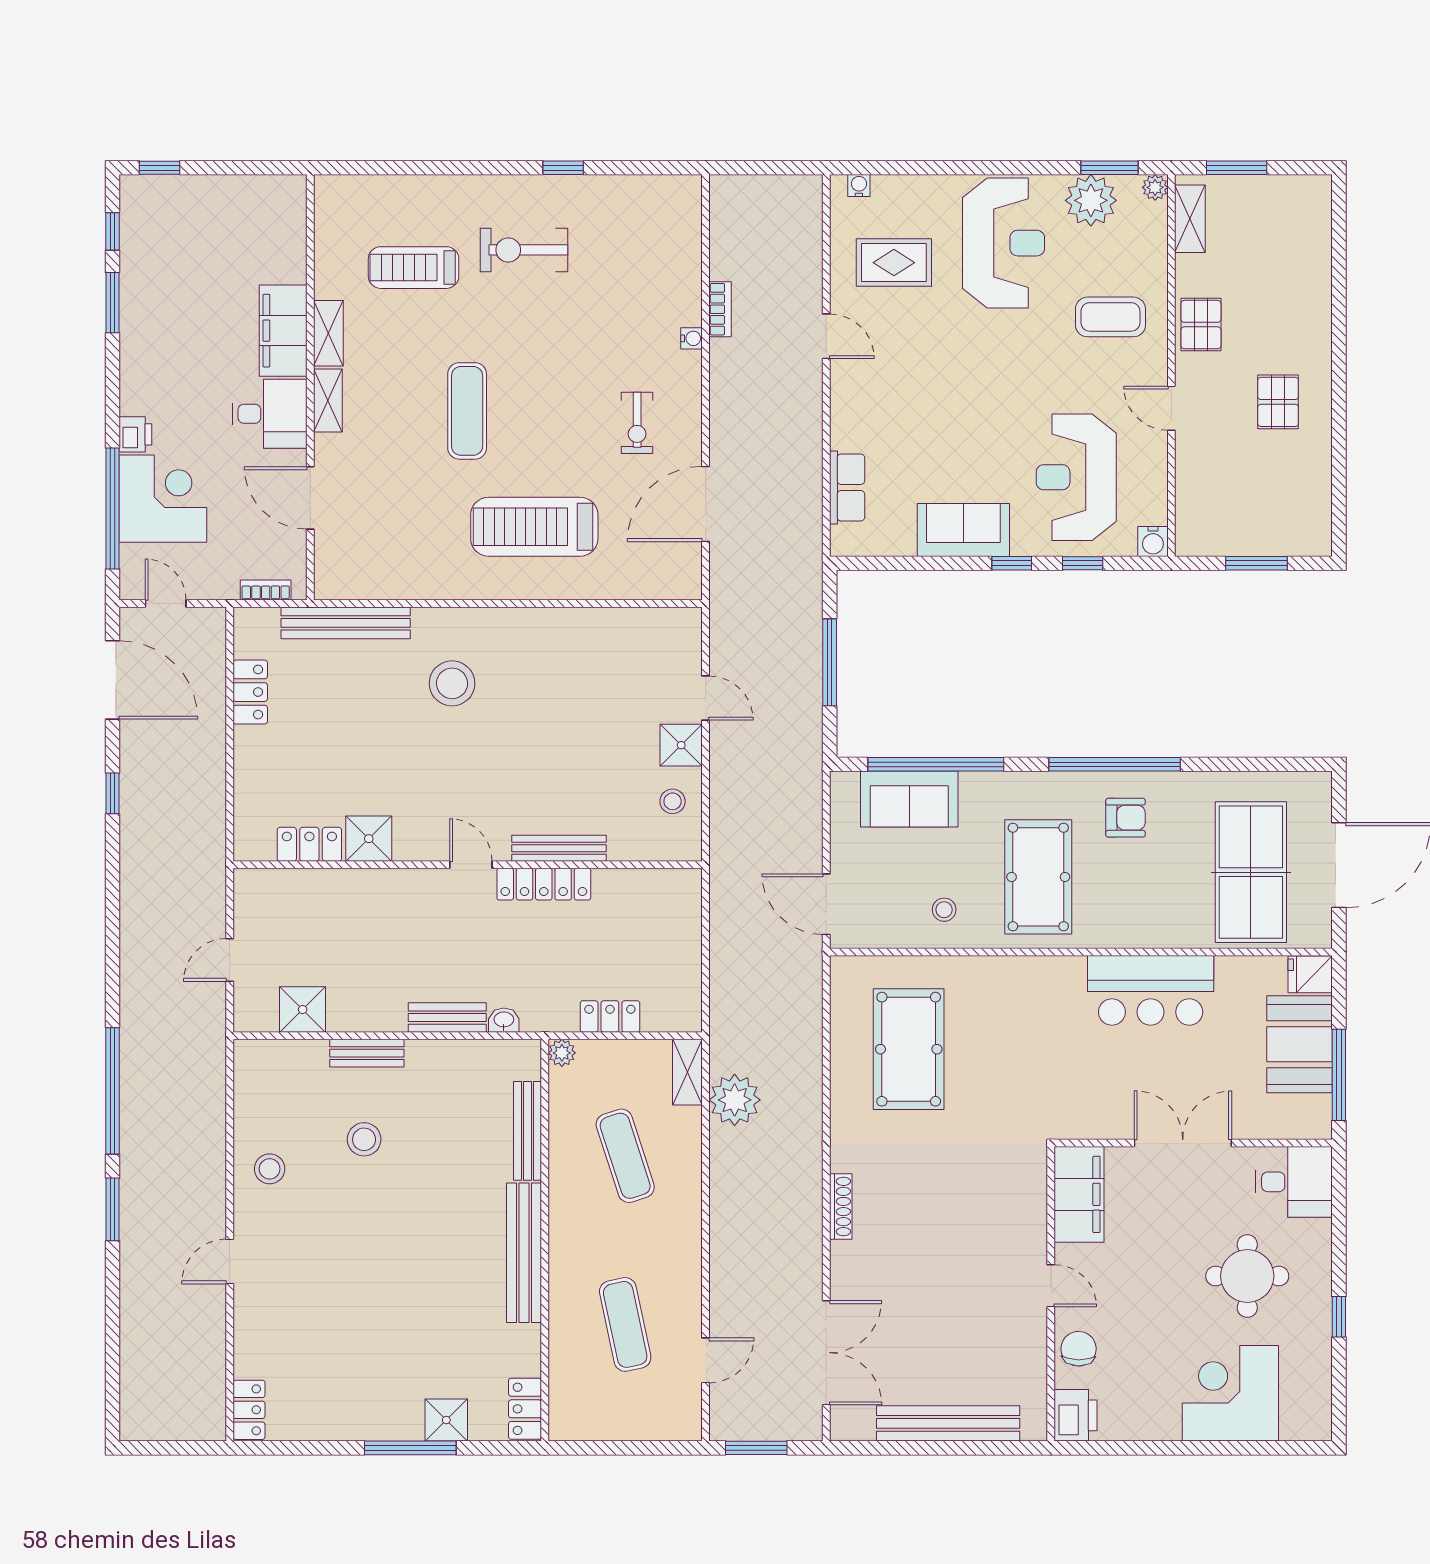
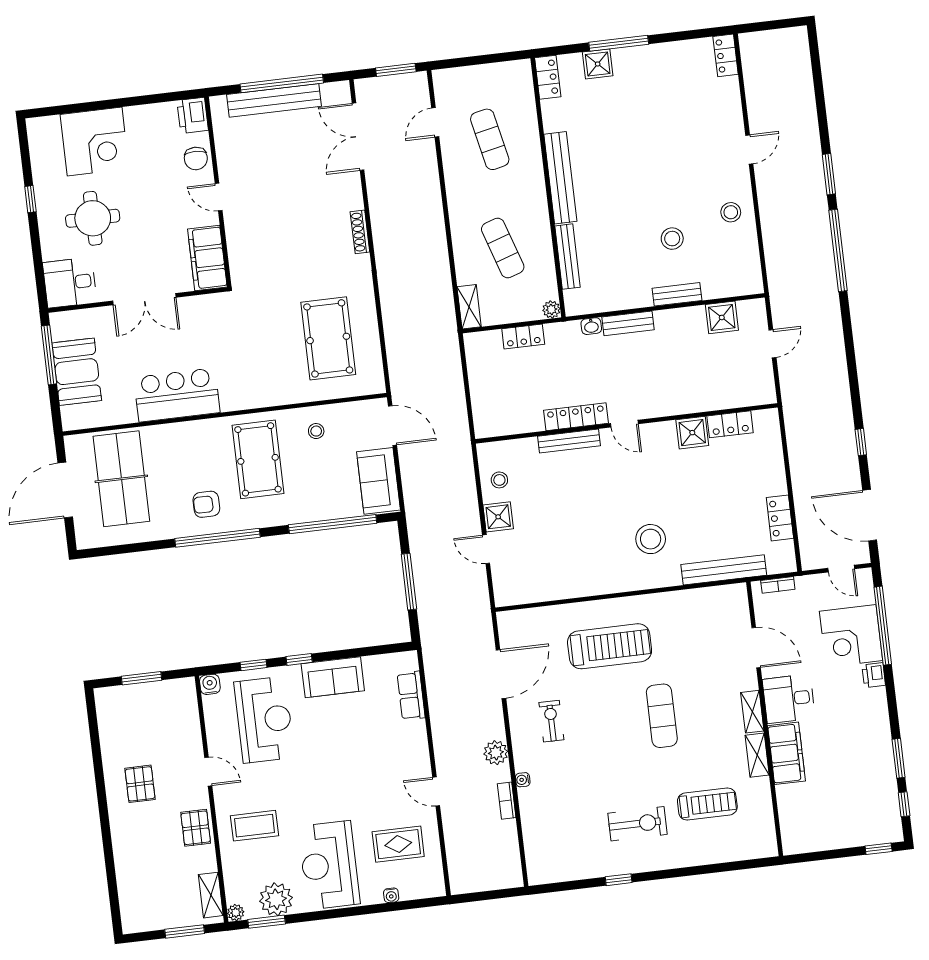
water cooler: (859, 186) -> (391, 895), moved
sofa: (909, 799) -> (379, 481), moved, turned -90
fridge: (1310, 974) -> (75, 417), removed
plant: (735, 1100) -> (496, 753), moved, width x0.73, depth x0.73
window: (933, 1448) -> (282, 83), added

